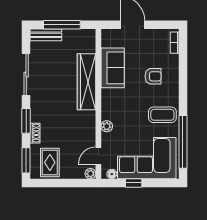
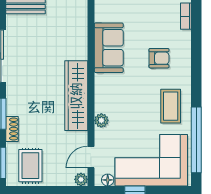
wardrobe: (87, 82) -> (76, 96), moved
coffee table: (162, 115) -> (171, 106), turned 90

